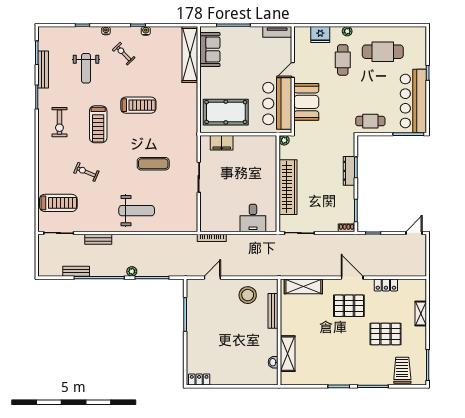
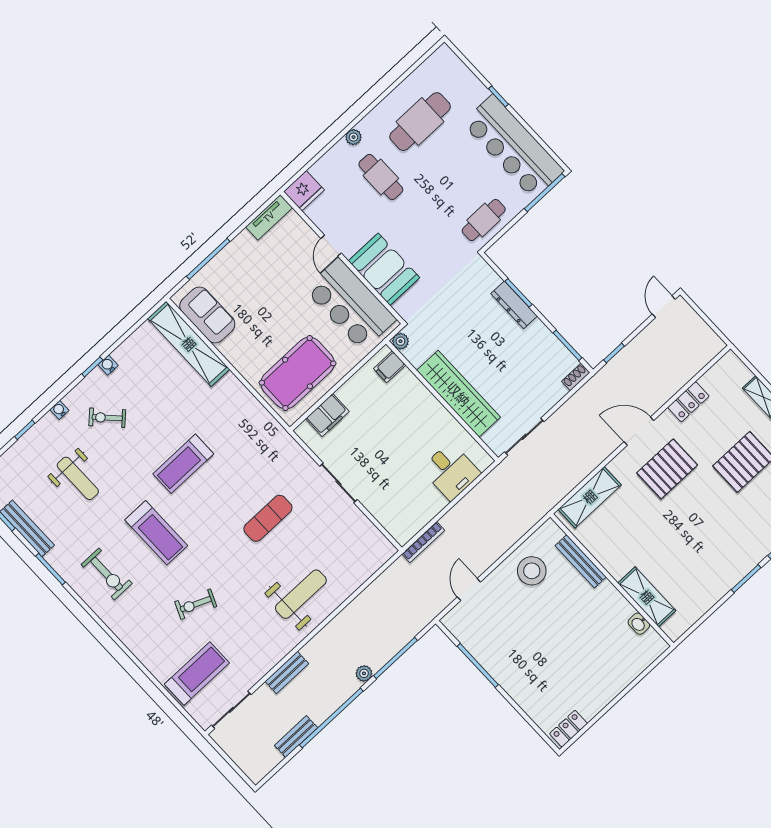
fridge: (320, 35) -> (304, 191), moved
treadmill: (138, 105) -> (183, 464), turned 180
filing cabinet: (269, 147) -> (390, 367), added

